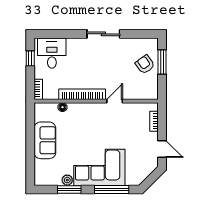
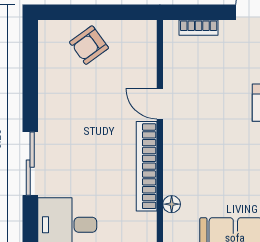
sliding door: (103, 34) -> (30, 164), moved
window: (162, 62) -> (84, 12), removed

